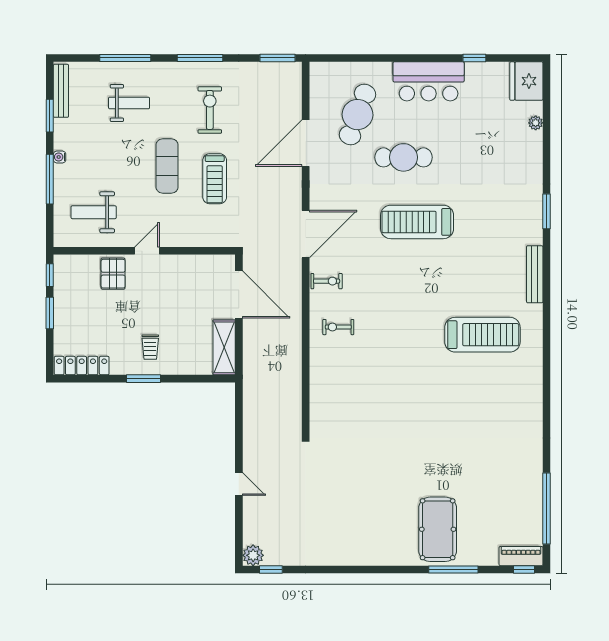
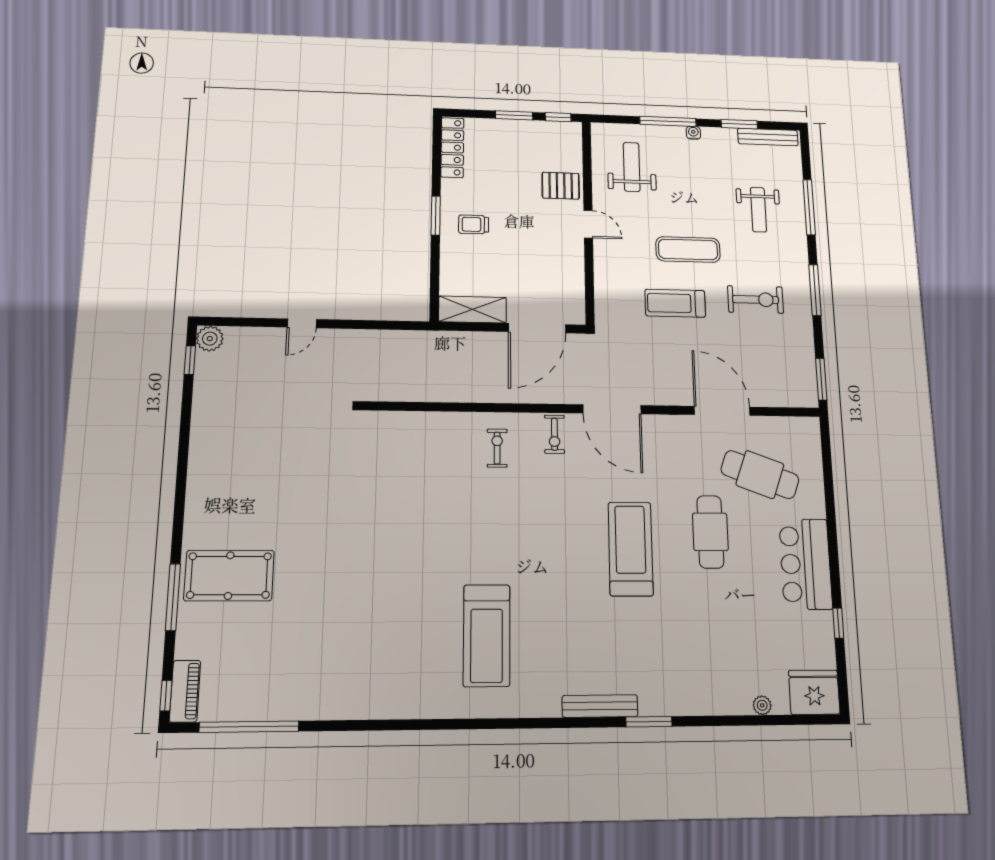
bench: (535, 274) -> (600, 706), moved

